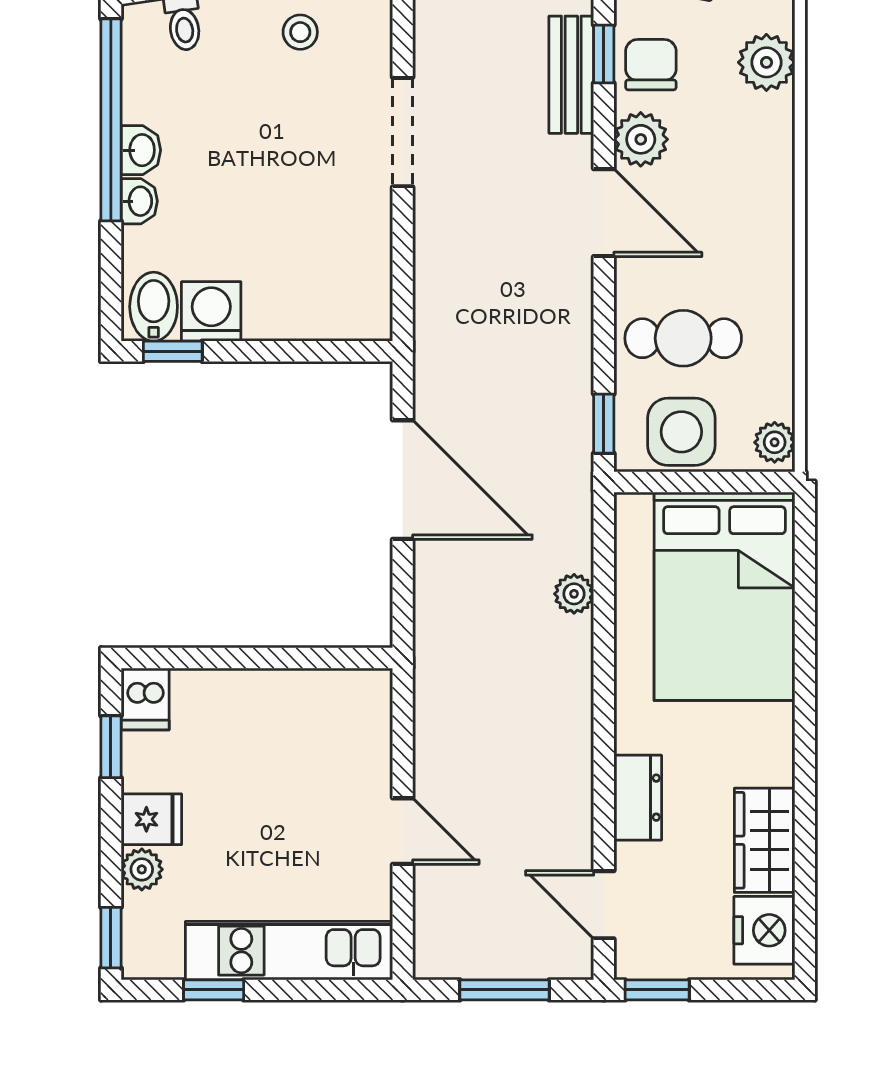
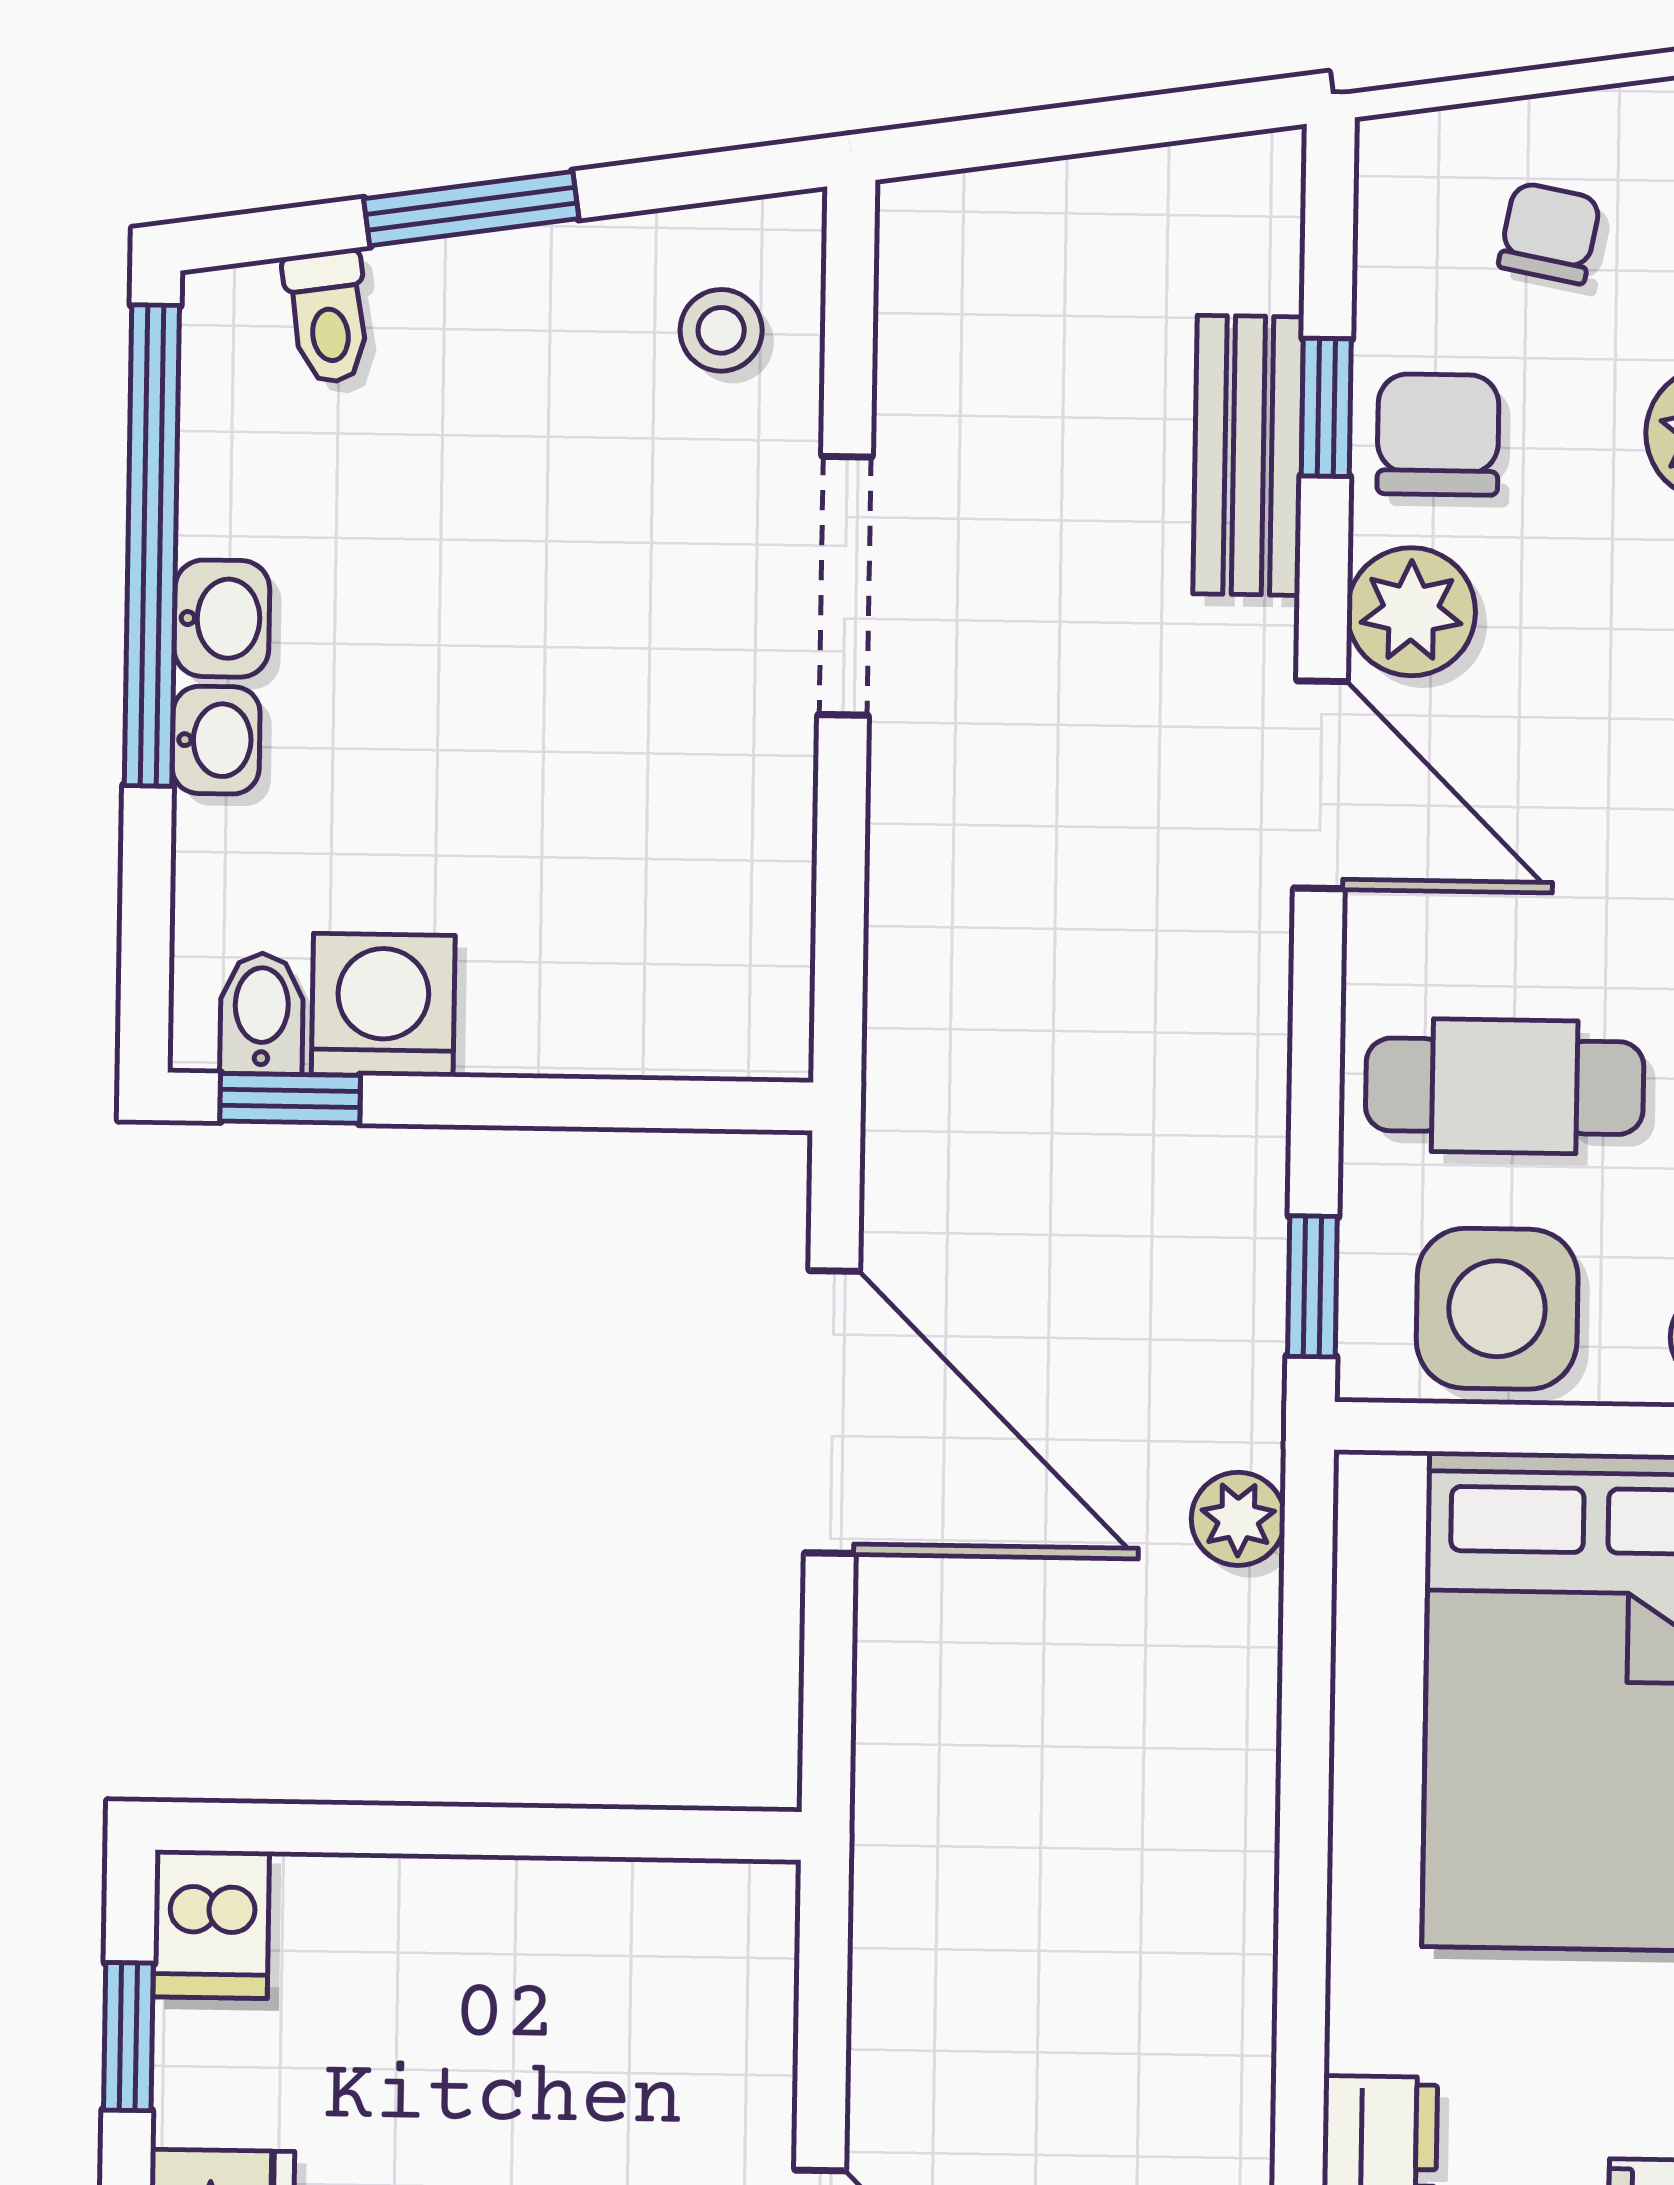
stool: (300, 32) -> (721, 330), moved
bidet: (154, 307) -> (262, 1014), width x0.72, depth x0.74
plant: (574, 594) -> (1238, 1519), moved

